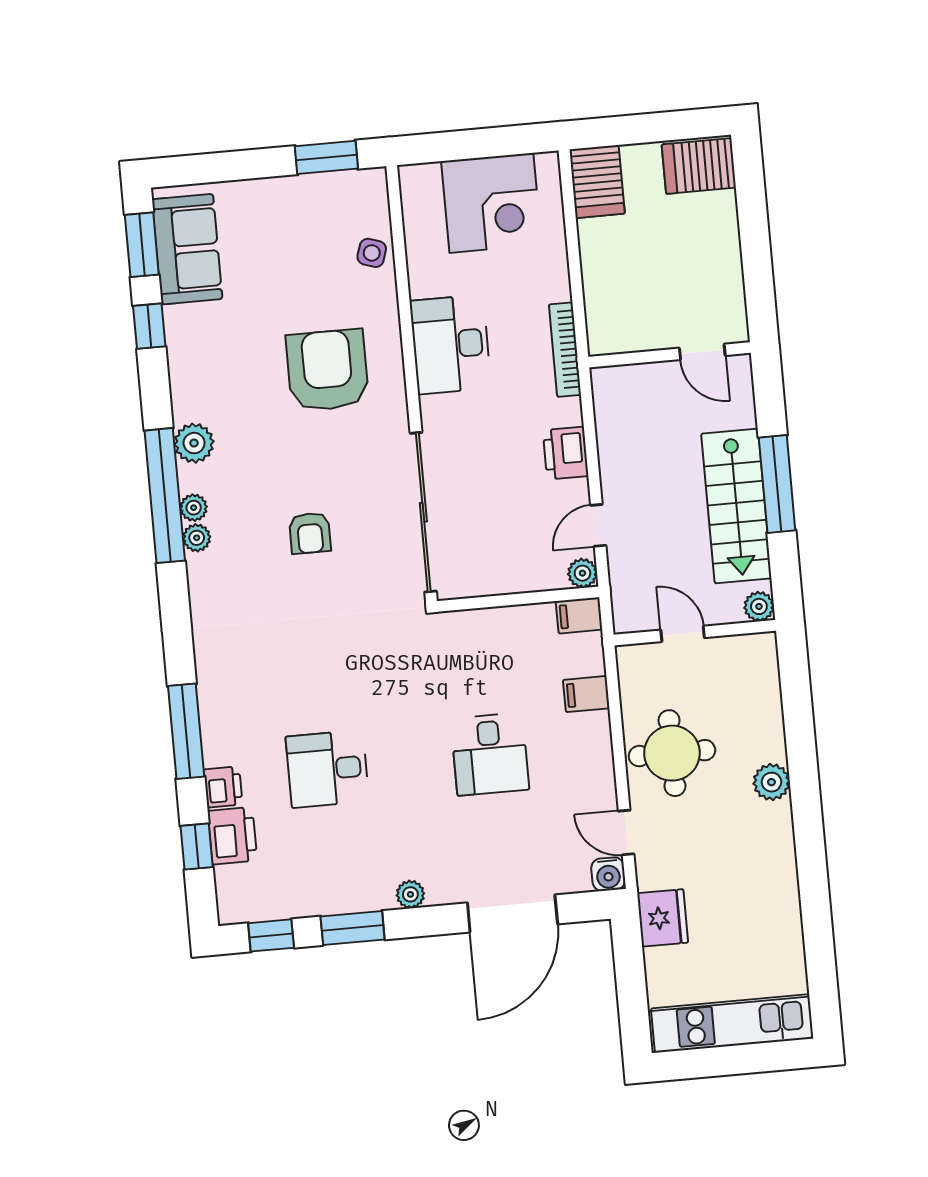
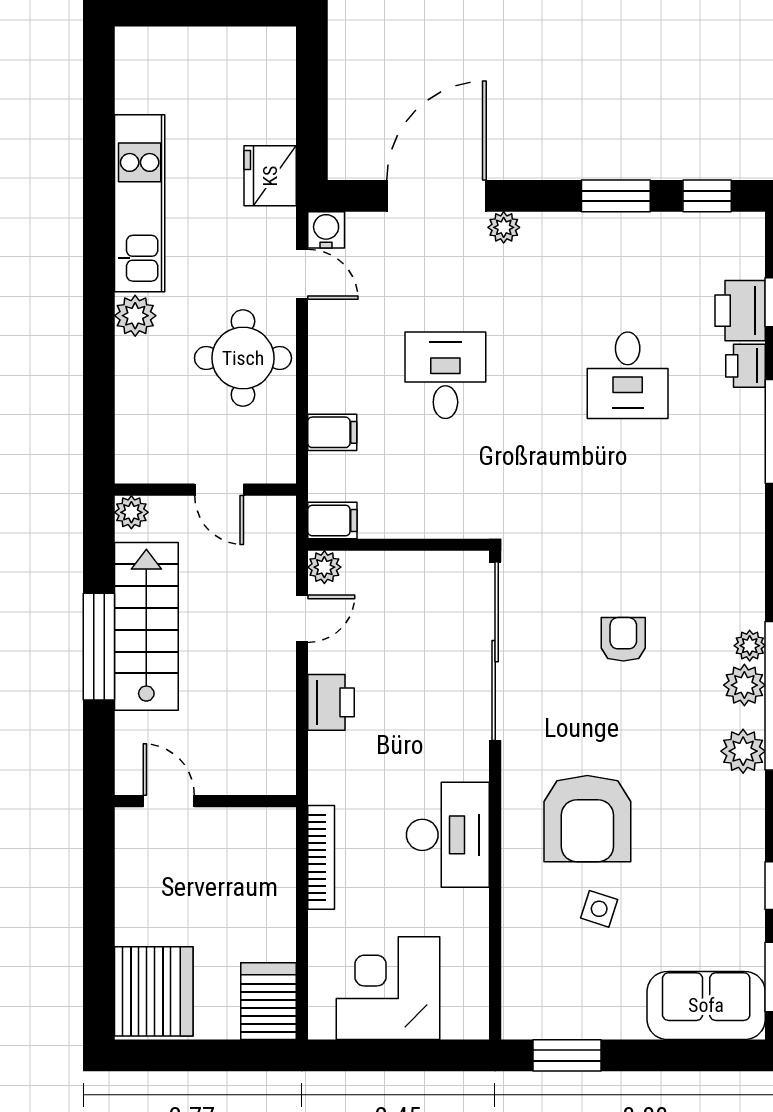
server rack: (699, 166) -> (154, 991), width x1.60
sofa: (187, 249) -> (706, 1005), moved, turned 90
side table: (372, 253) -> (599, 909), moved
bookcase: (565, 350) -> (321, 857), moved
plant: (194, 508) -> (744, 685), width x1.38, depth x1.38
desk: (327, 769) -> (628, 375), turned 90
plant: (410, 894) -> (504, 227), moved
kitchen unit: (732, 1023) -> (140, 203), moved, turned -90

